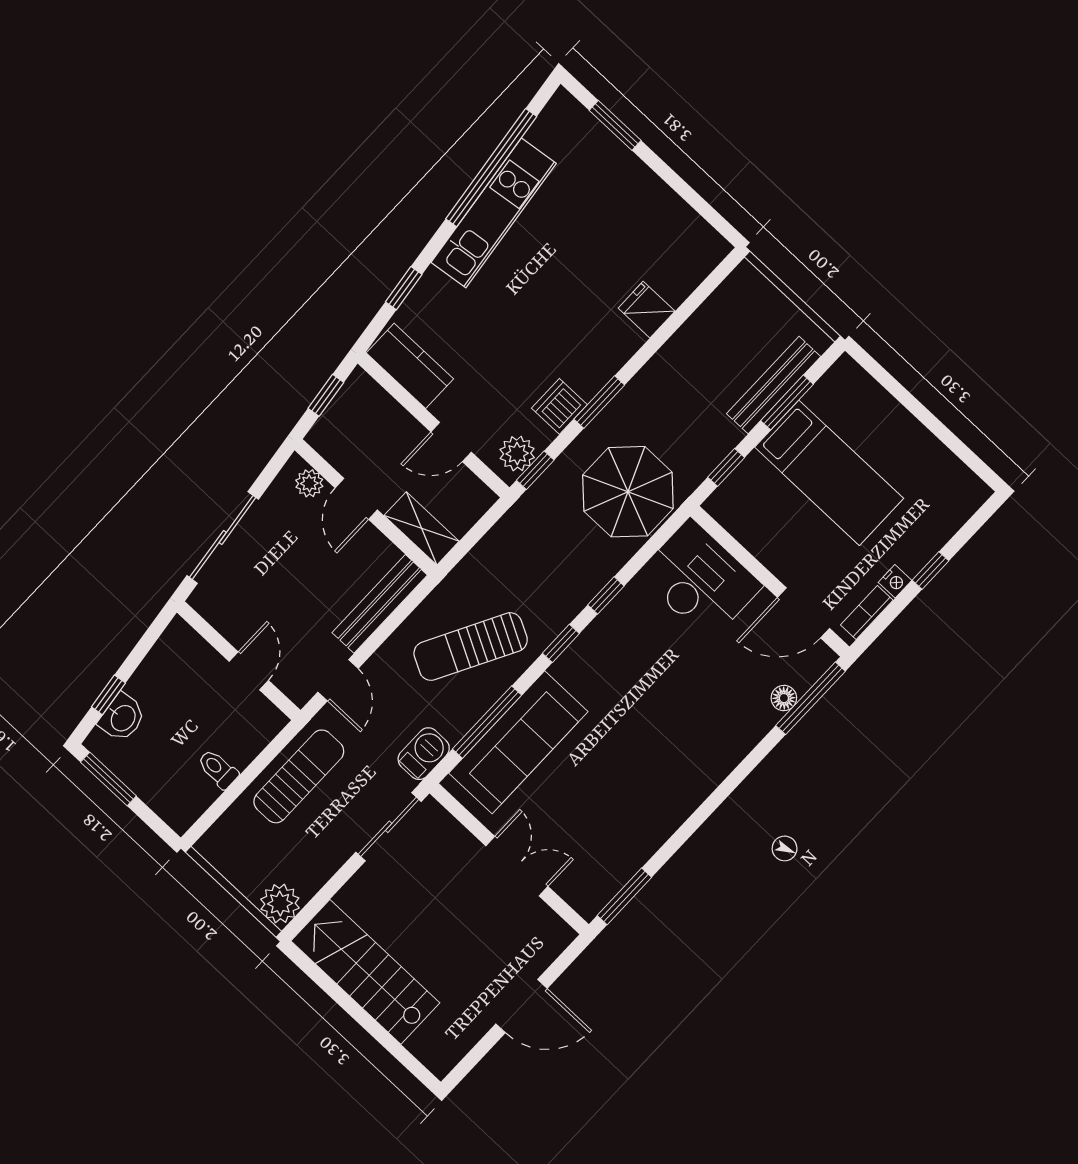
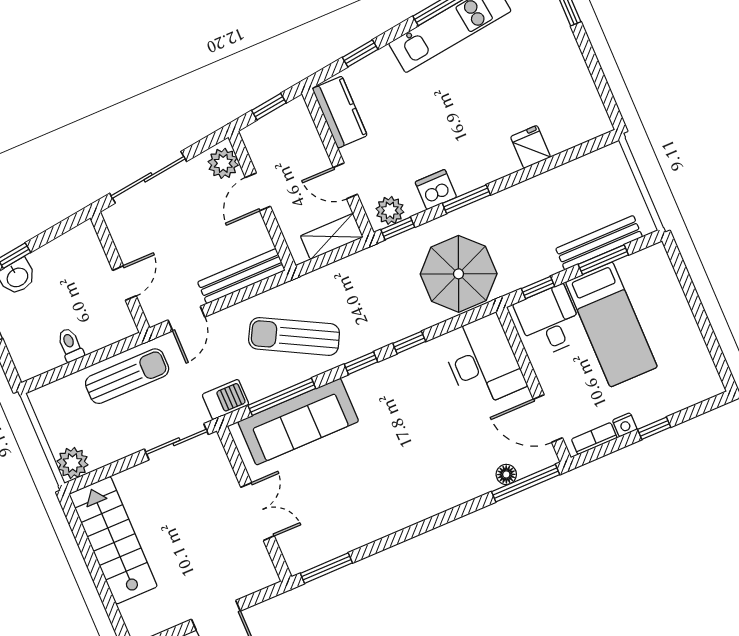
plant: (309, 483) -> (223, 163), width x1.38, depth x1.38
desk: (756, 500) -> (549, 321), added
shelving: (422, 528) -> (332, 236), moved, turned 90

